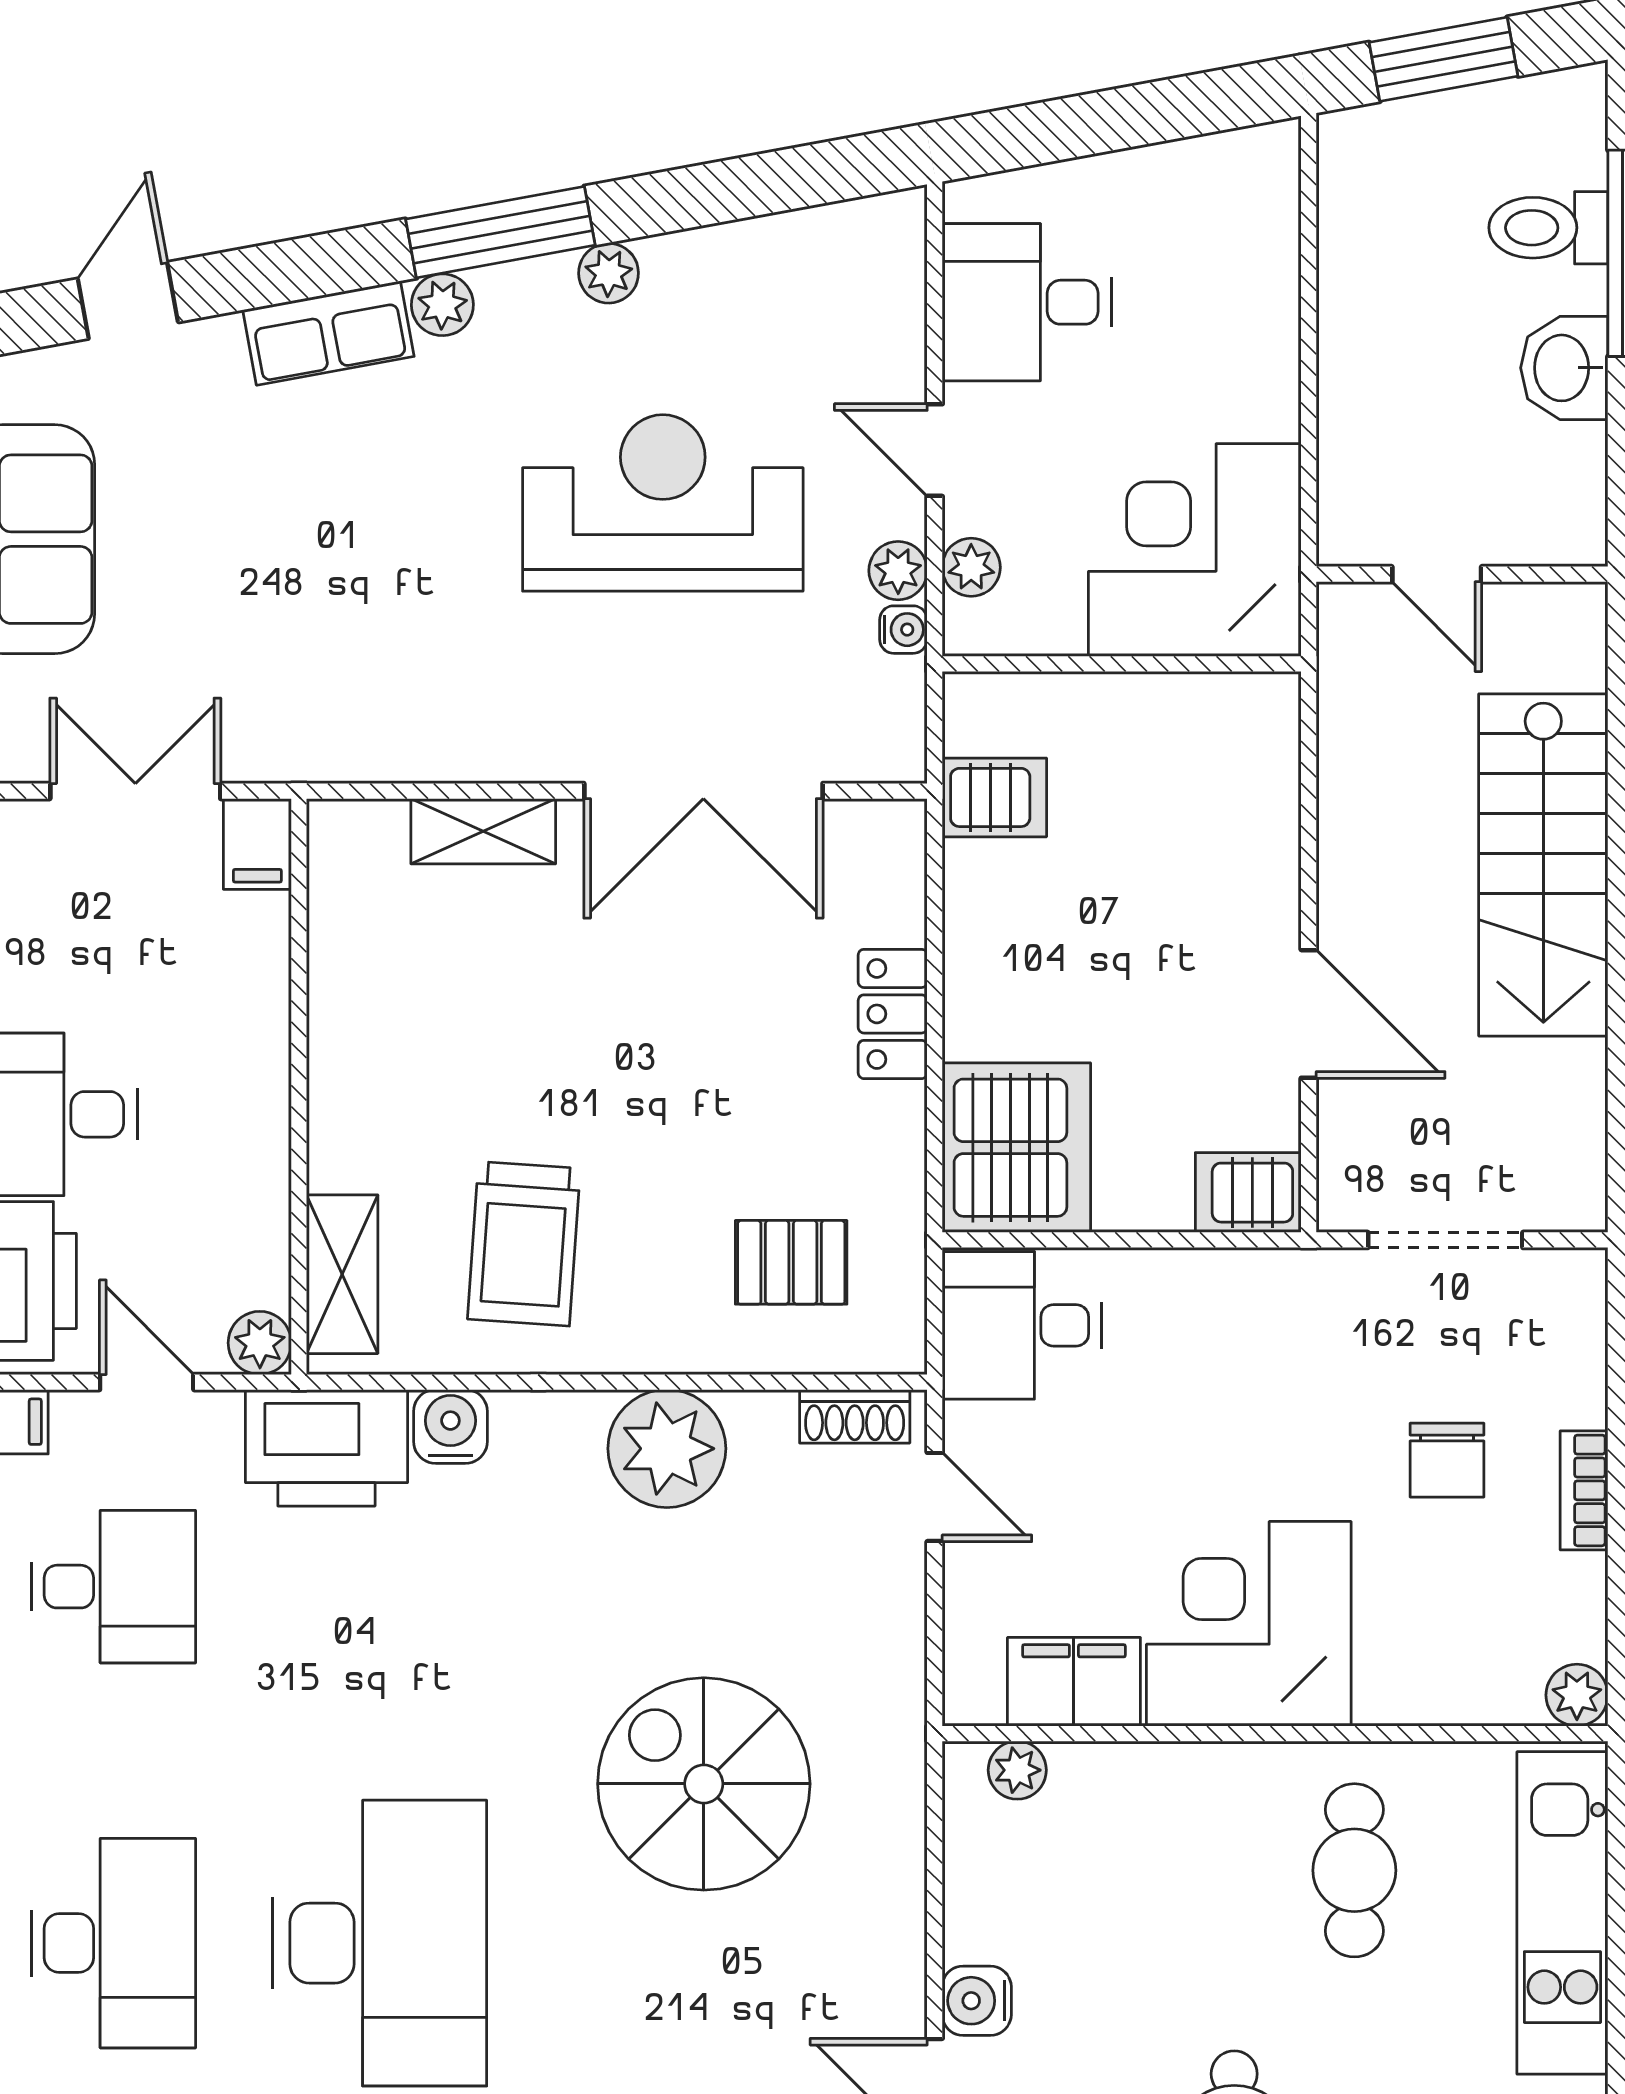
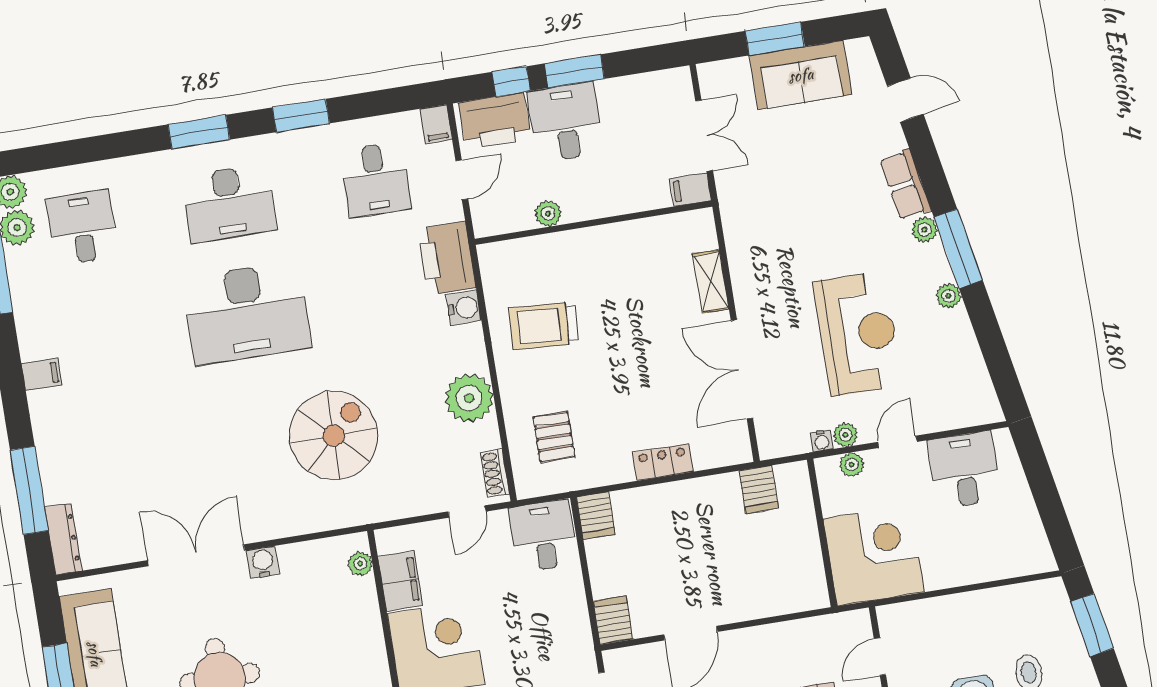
server rack: (1016, 1148) -> (596, 516), width x0.46, depth x0.70
shelving: (342, 1274) -> (519, 253), removed
plant: (260, 1343) -> (548, 214), moved

